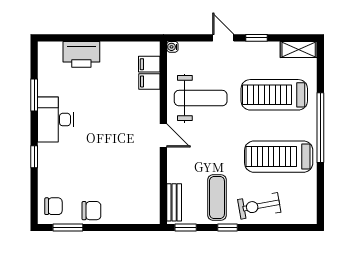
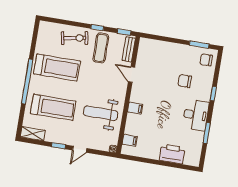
door: (223, 38) -> (80, 149), hinge flipped
filing cabinet: (149, 81) -> (135, 108), moved
door: (163, 136) -> (131, 75), moved
chair: (91, 211) -> (185, 81), moved

